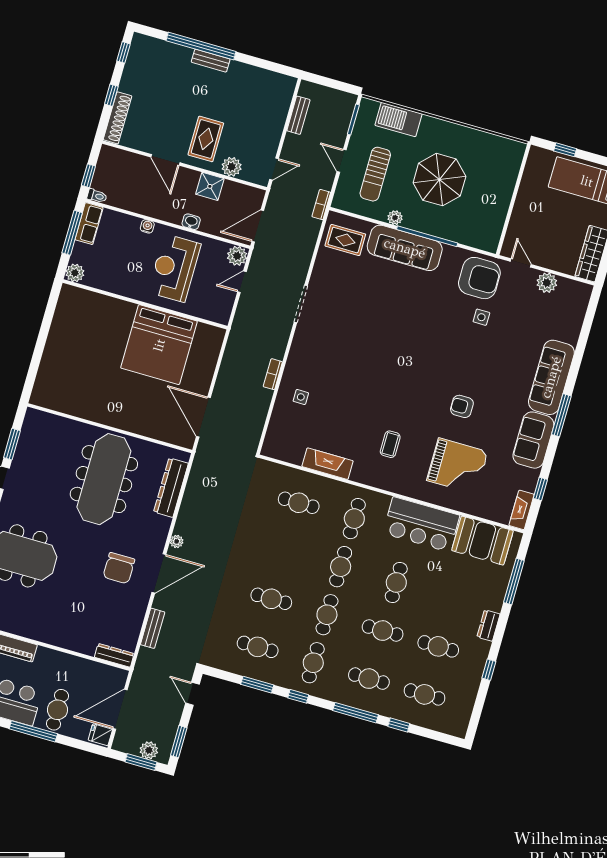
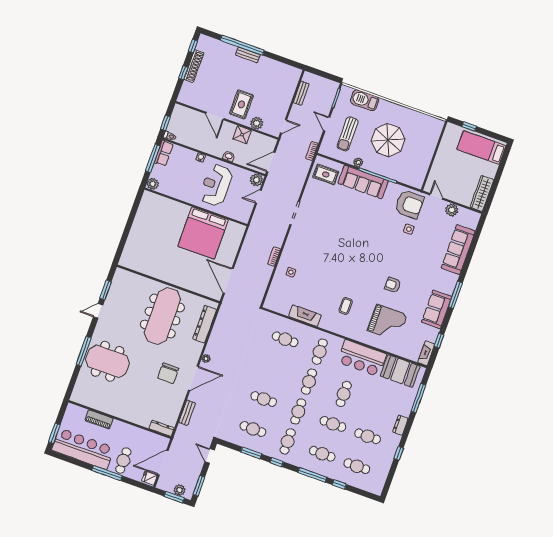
shoe rack: (118, 118) -> (194, 66), moved
sofa: (551, 377) -> (458, 250), moved

